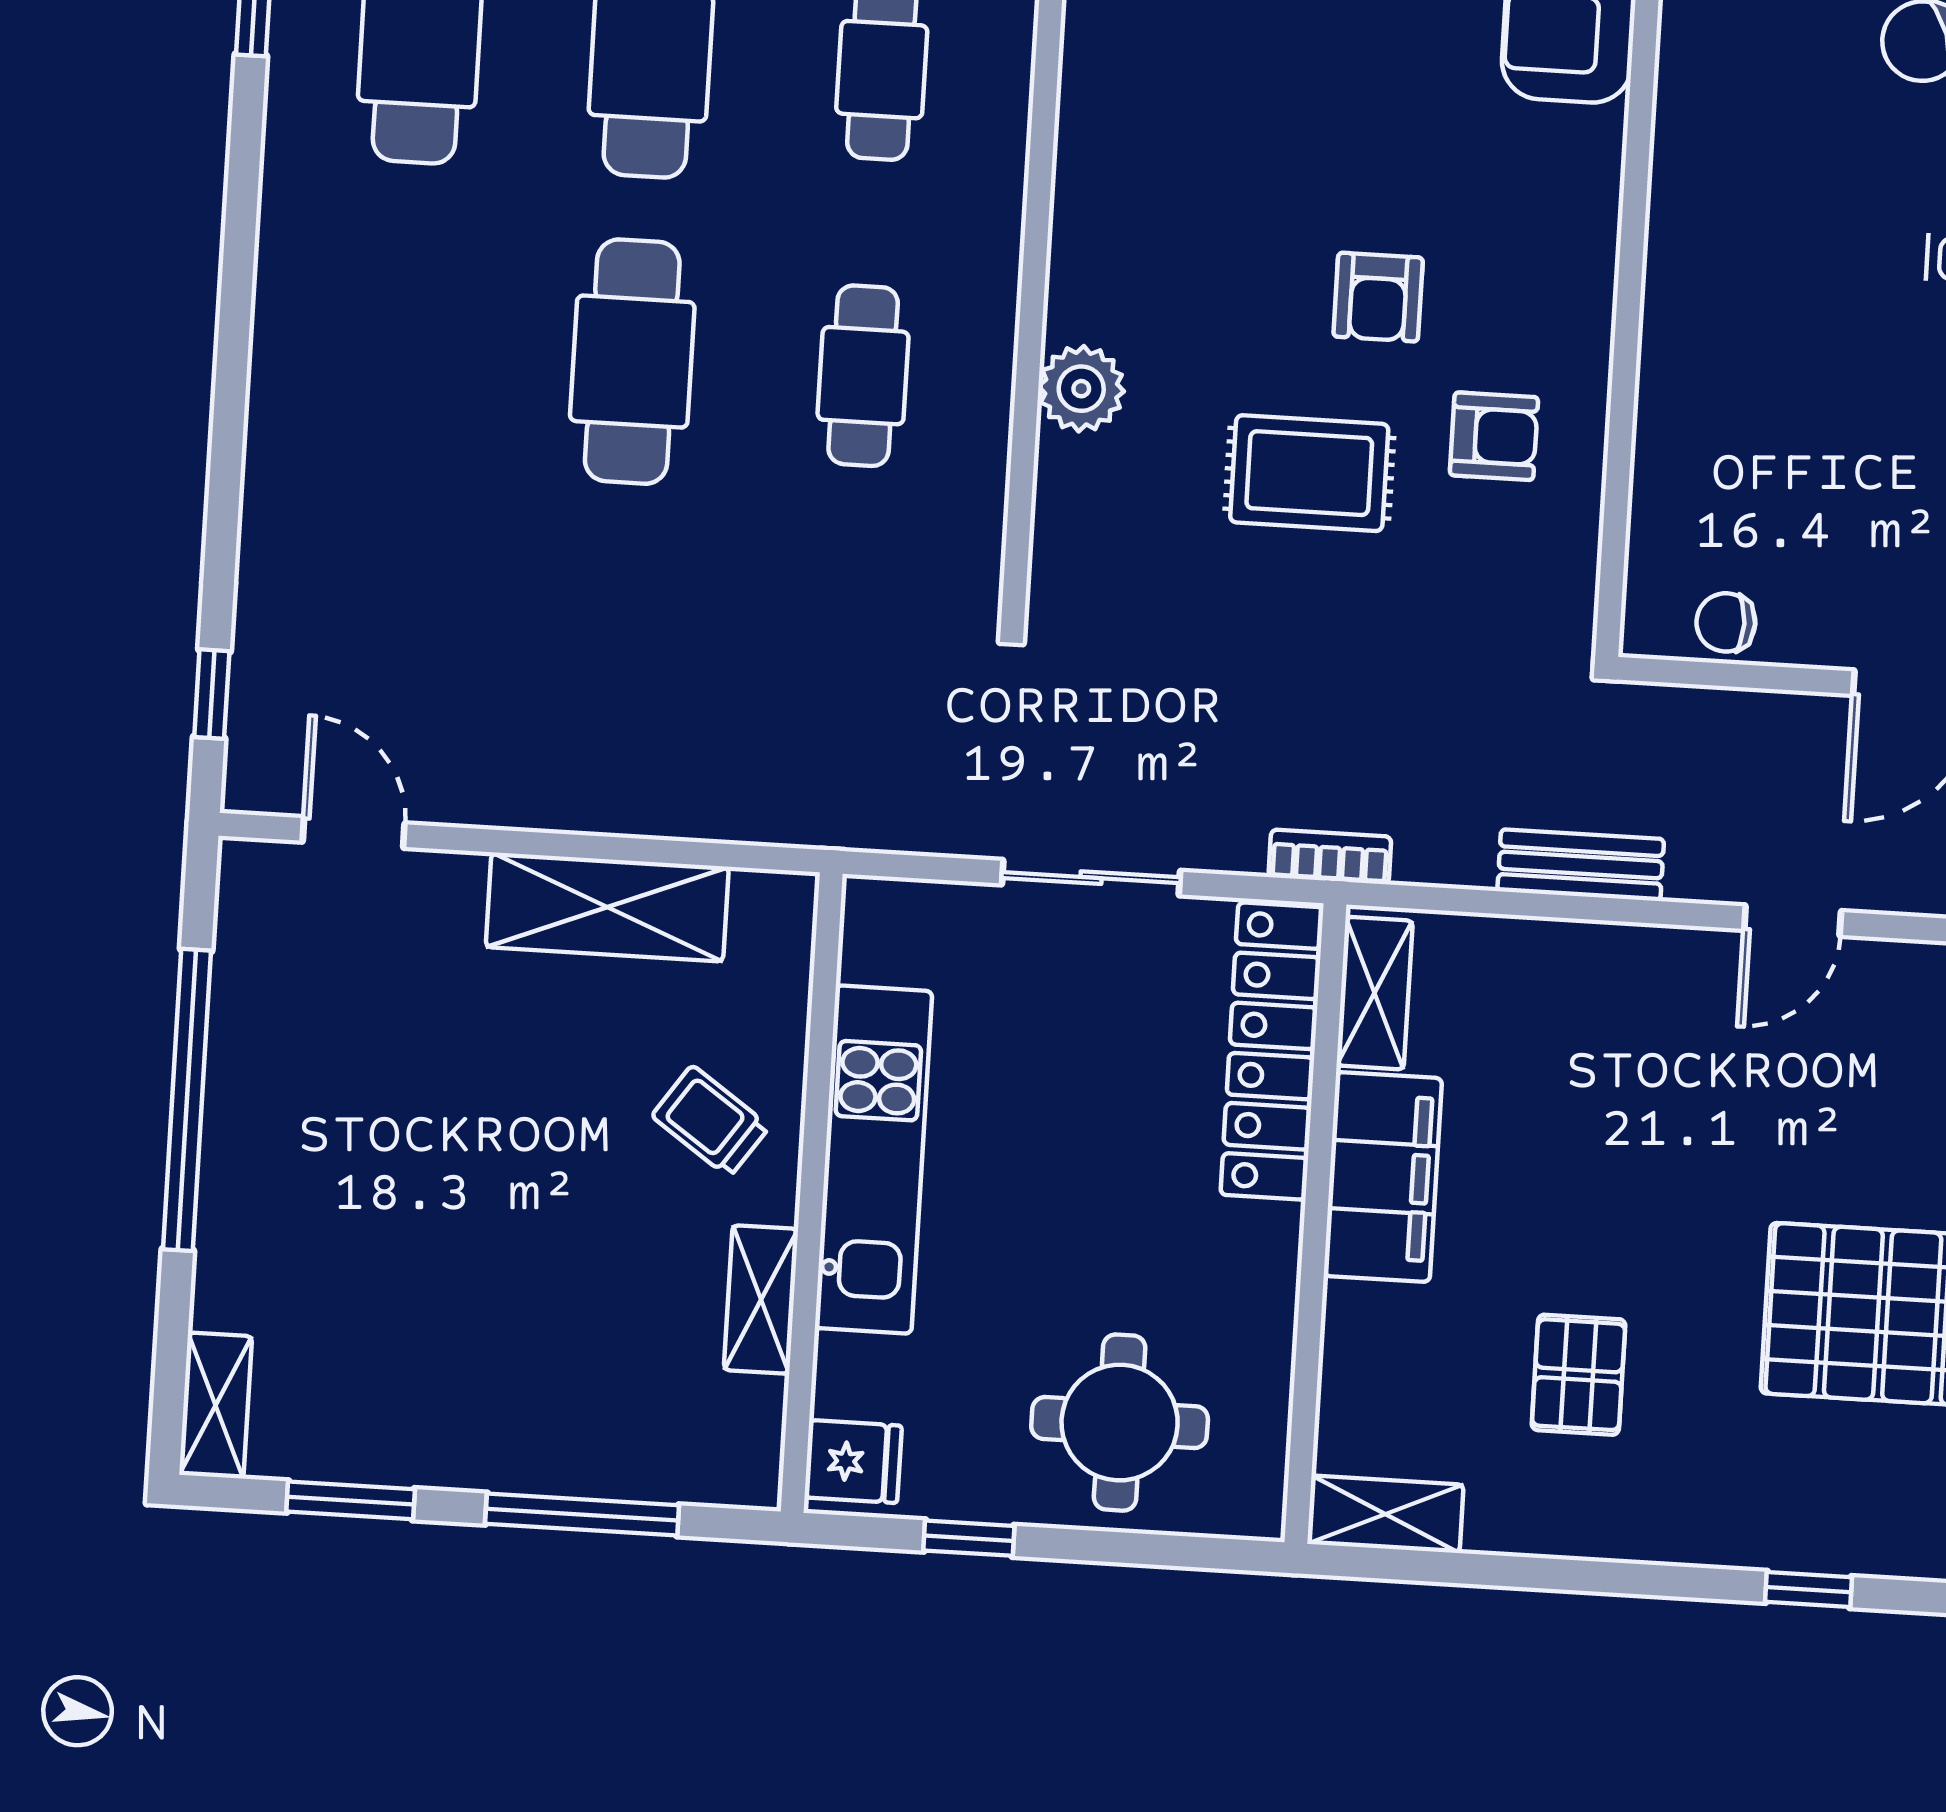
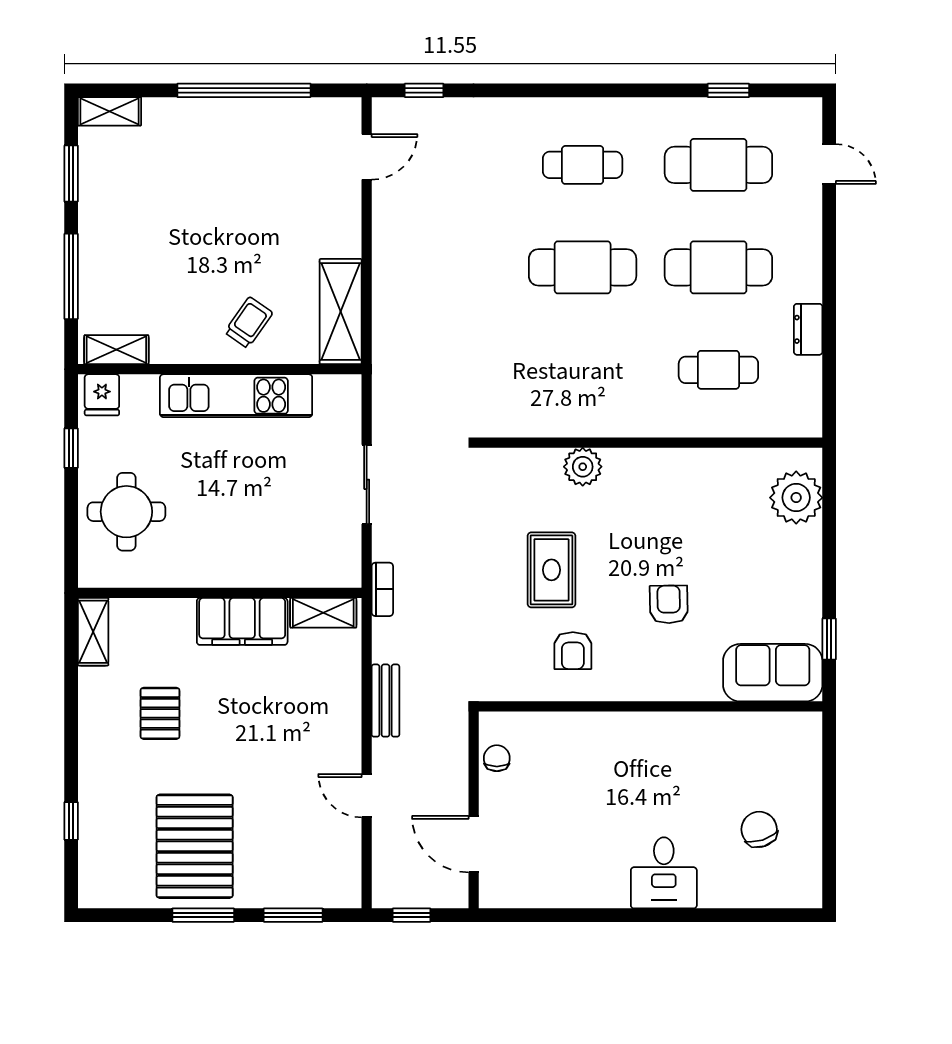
armchair: (1378, 297) -> (669, 604), moved, turned 89
cafe table: (863, 376) -> (583, 165), moved
shelving: (607, 907) -> (341, 312), moved
locker: (1272, 1051) -> (295, 569), removed
shelving: (761, 1300) -> (116, 350), moved
pallet: (1579, 1375) -> (160, 713), turned 90

